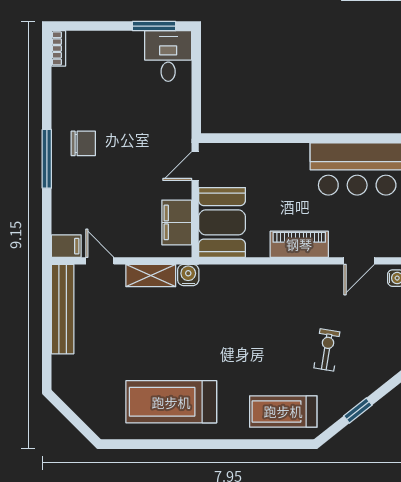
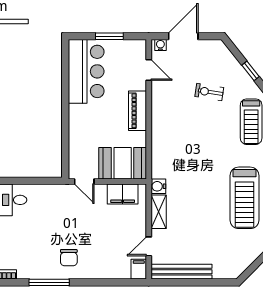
chair: (83, 143) -> (69, 258), turned 180
window: (47, 159) -> (49, 282), moved

